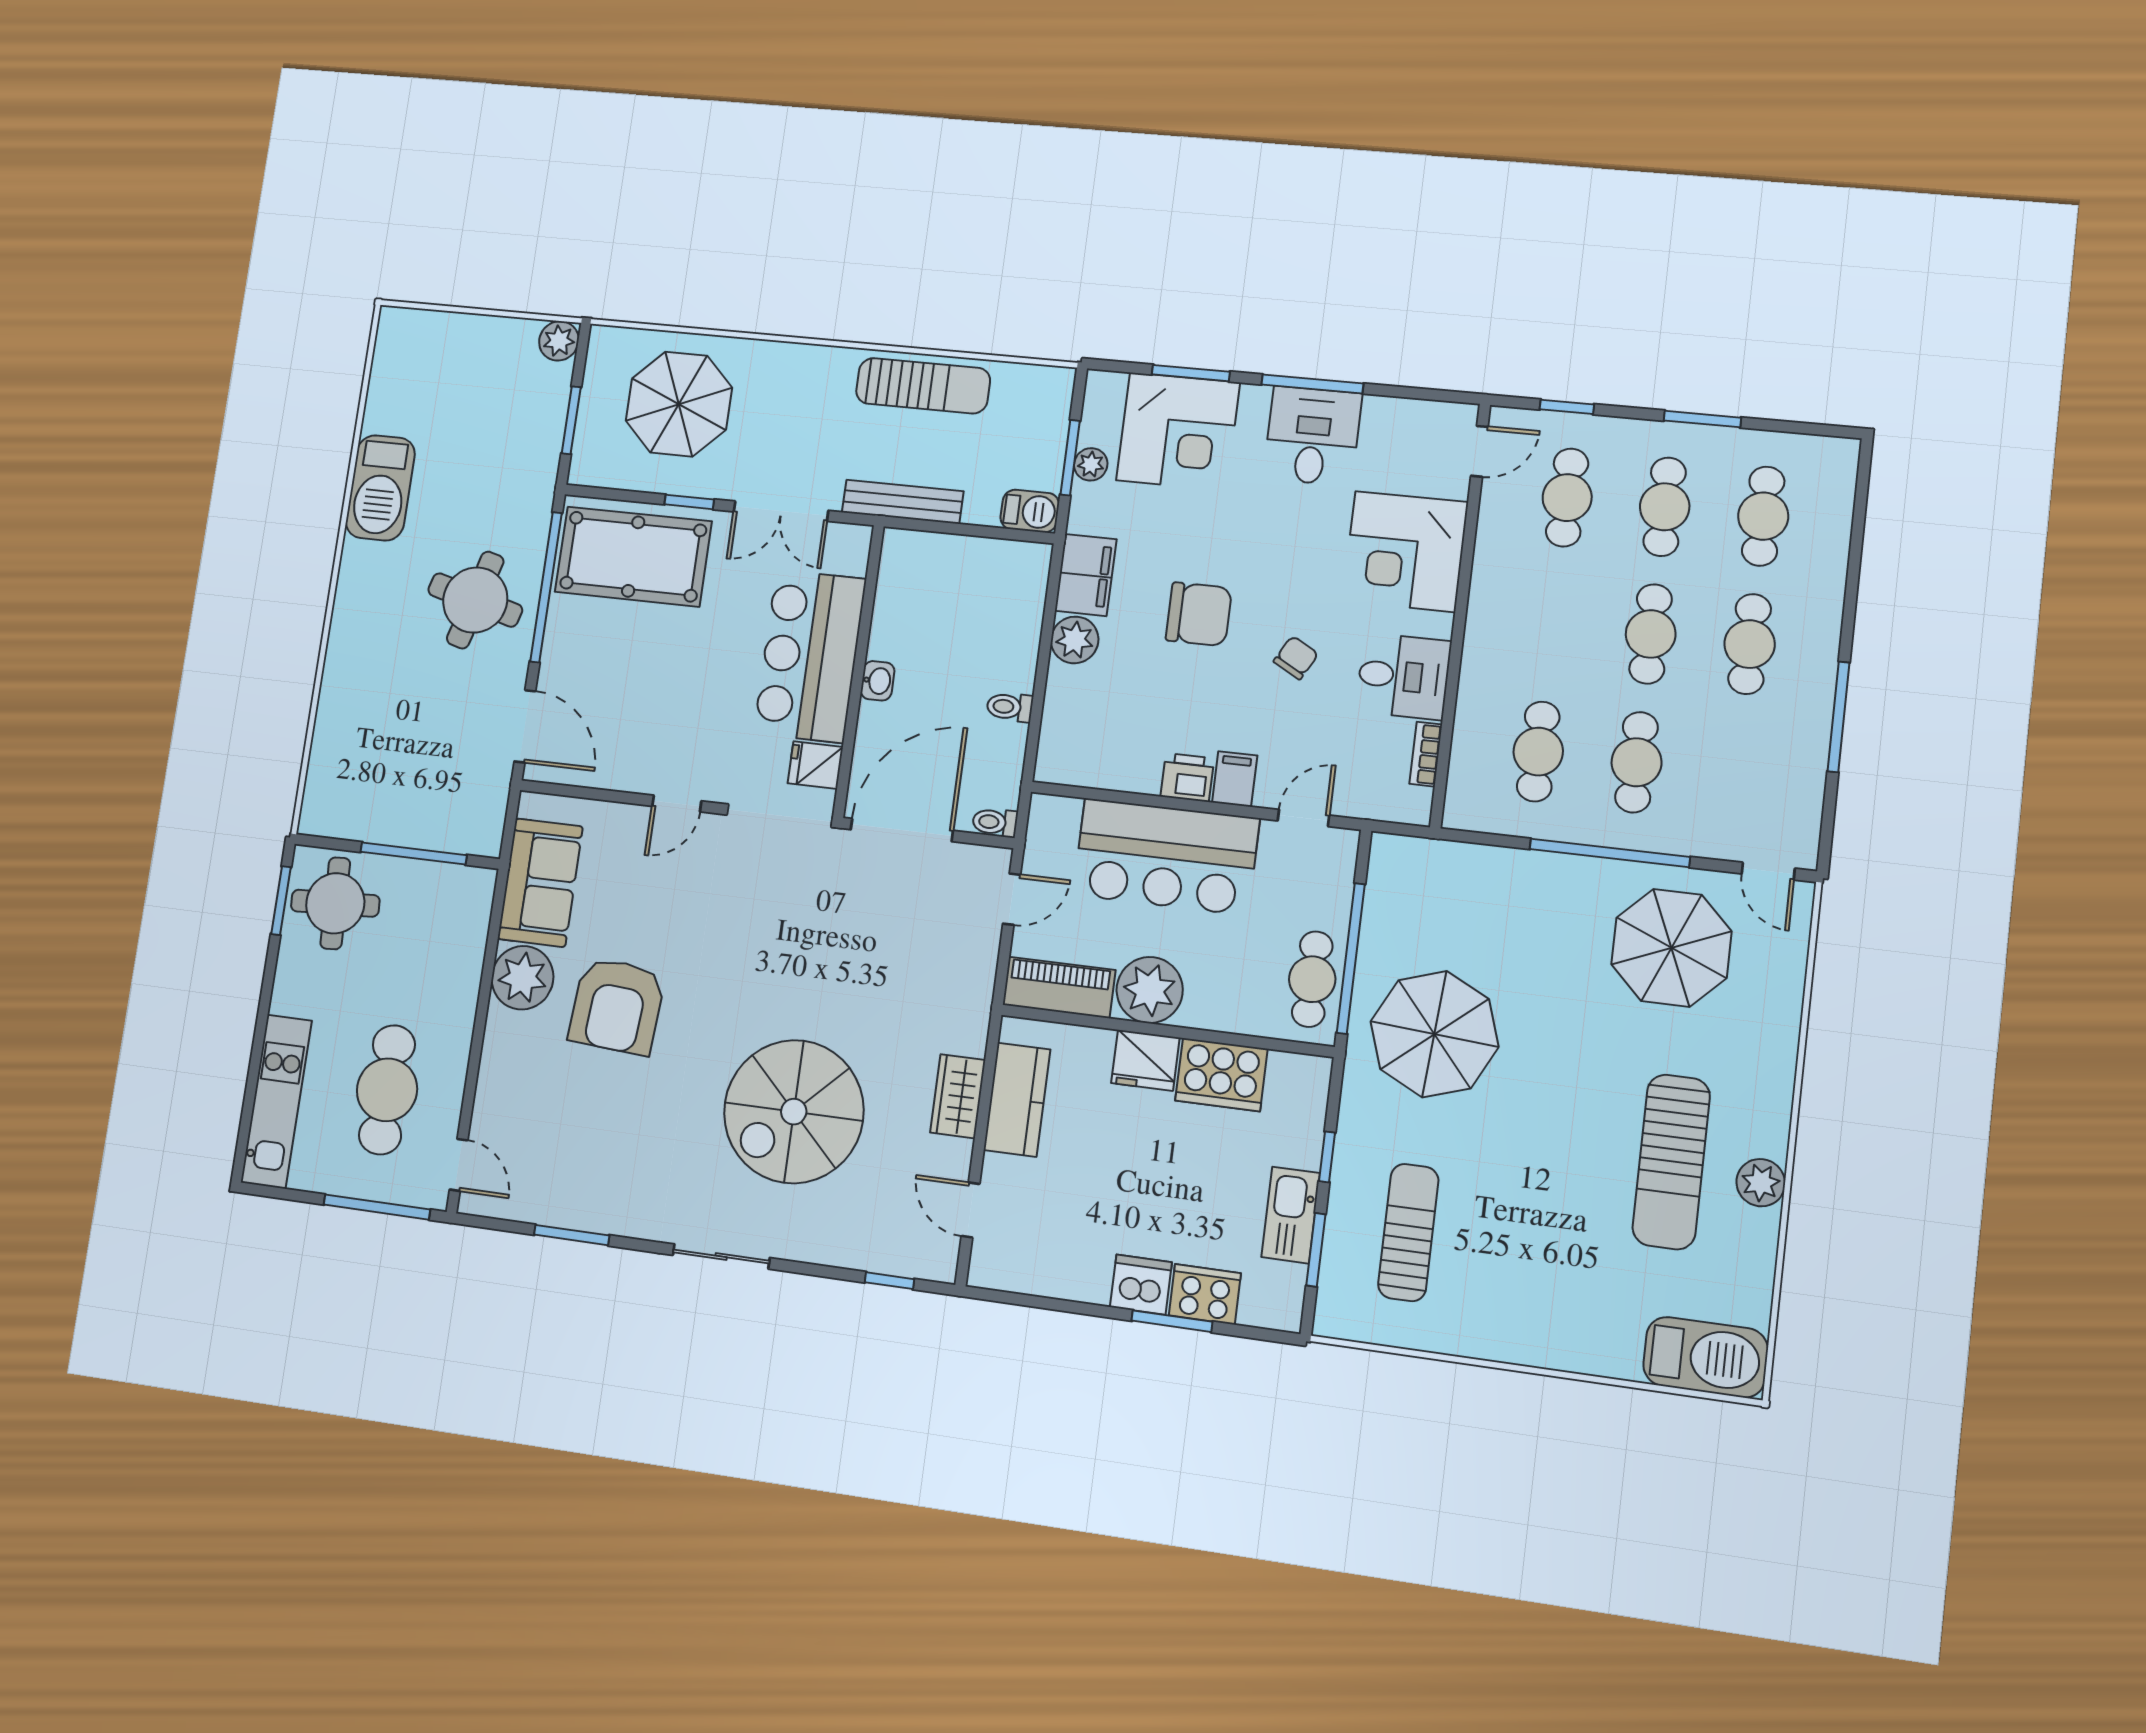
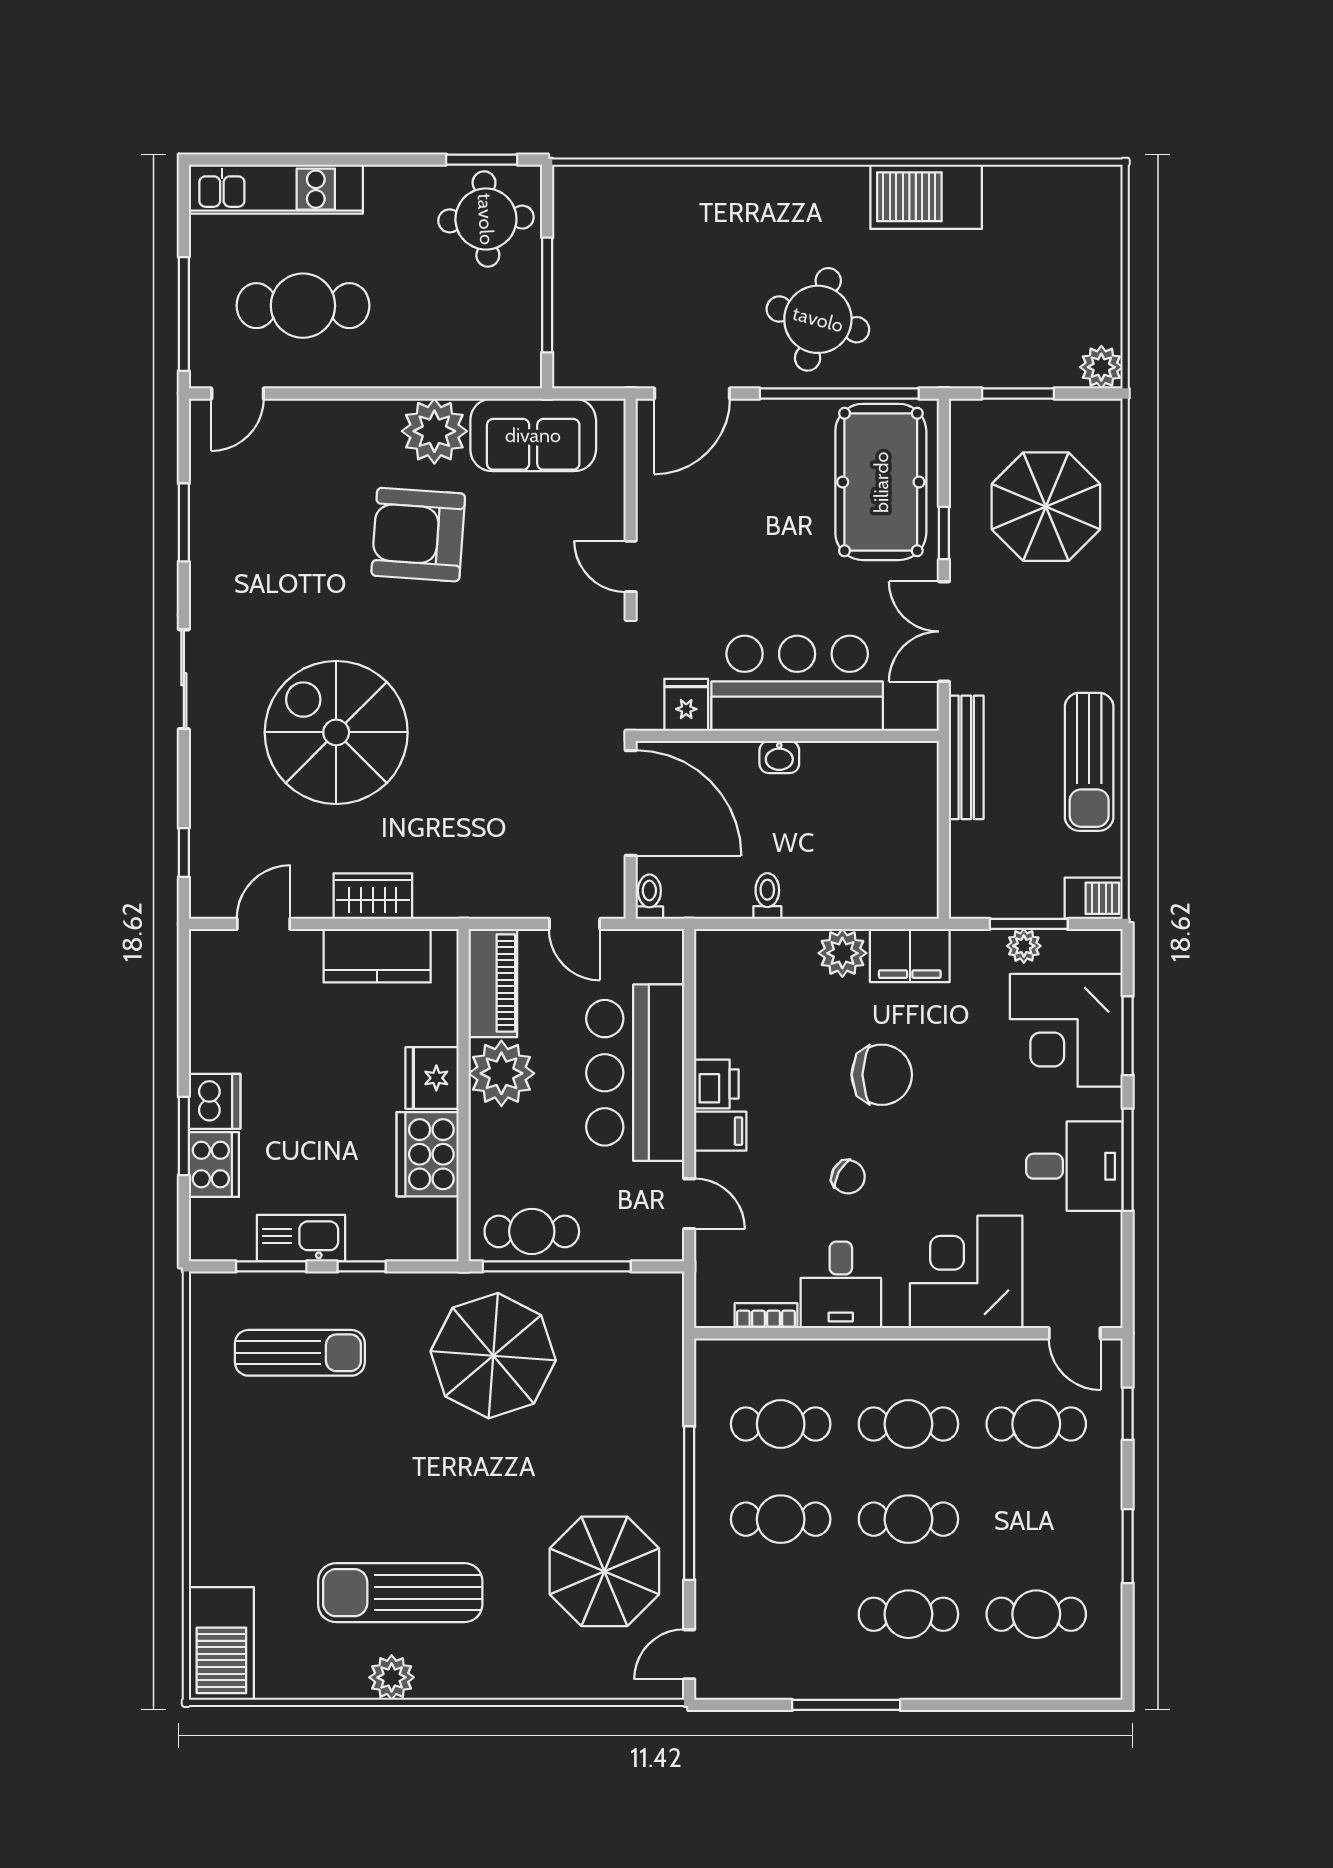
cafe table: (1665, 507) -> (908, 1424), moved
barbecue: (1030, 511) -> (1094, 898), moved, turned -90
chair: (1199, 614) -> (882, 1075), turned -90

